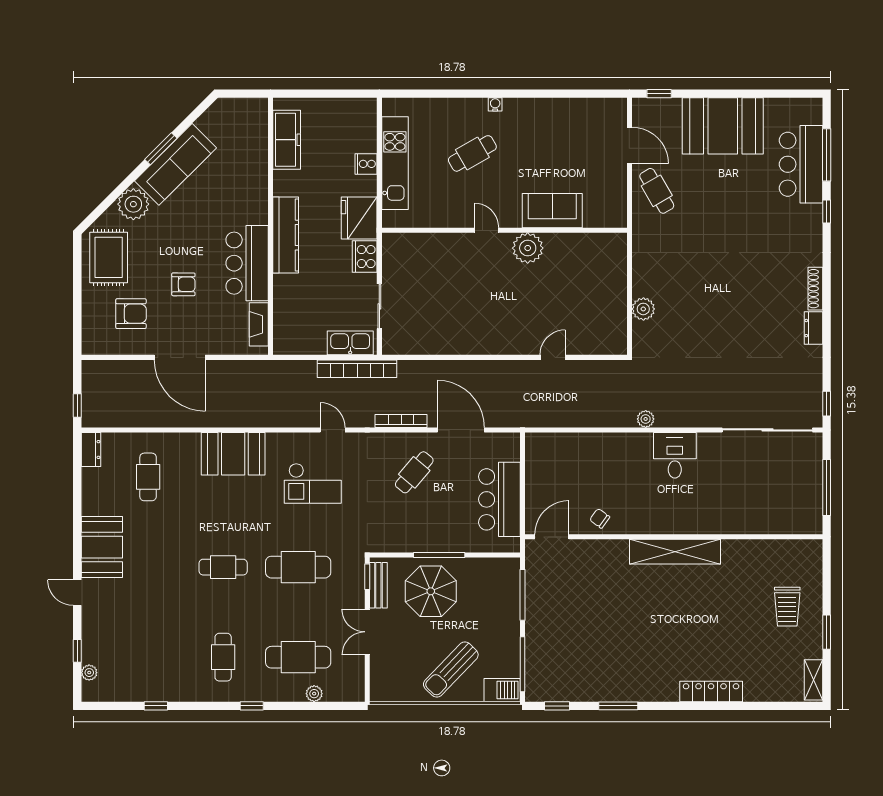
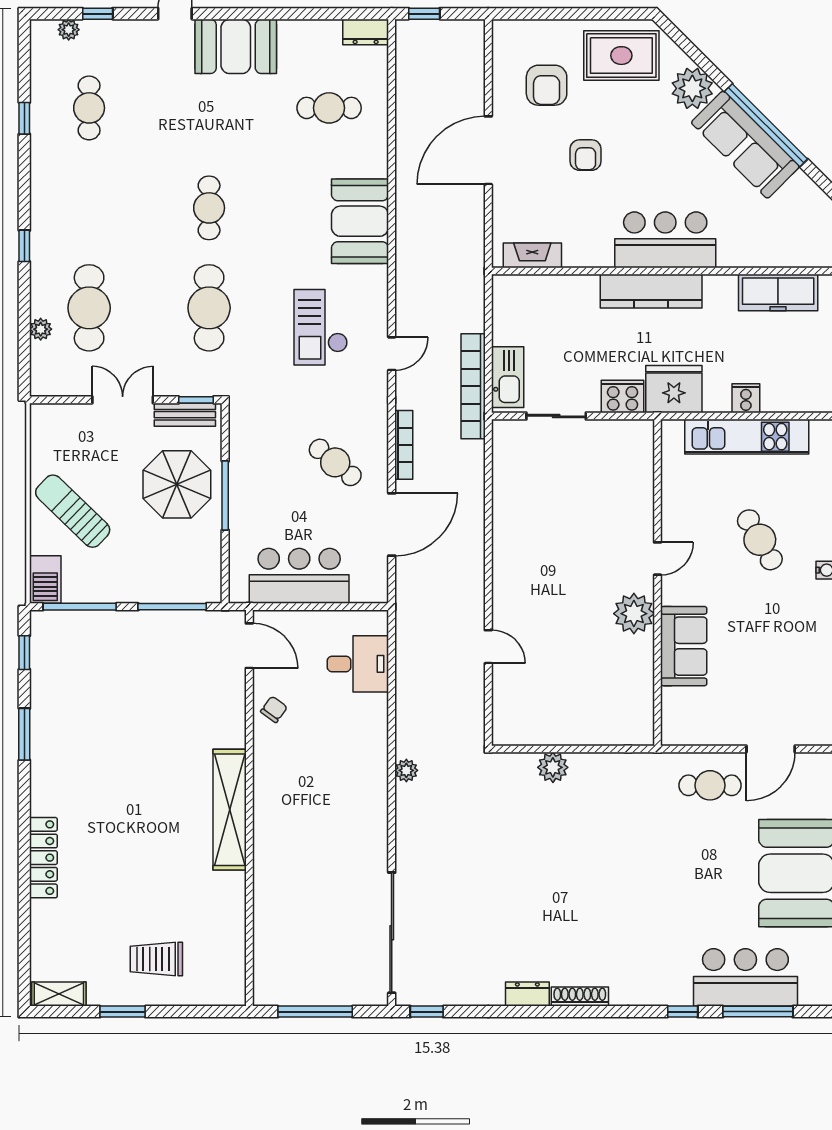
window: (161, 149) -> (766, 125), width x2.11
cafe table: (657, 191) -> (710, 785), turned 30
bar counter: (247, 263) -> (665, 240), moved
desk: (675, 455) -> (358, 664), moved
cafe table: (223, 657) -> (89, 108), moved, turned 90

